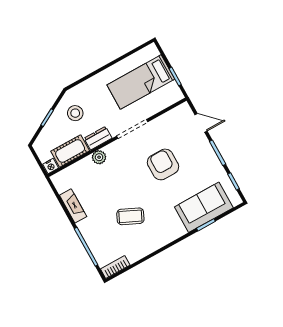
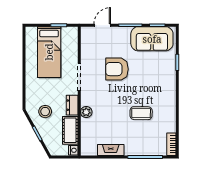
sofa: (204, 207) -> (152, 39), moved, turned -90
coffee table: (130, 216) -> (141, 113), turned 66

